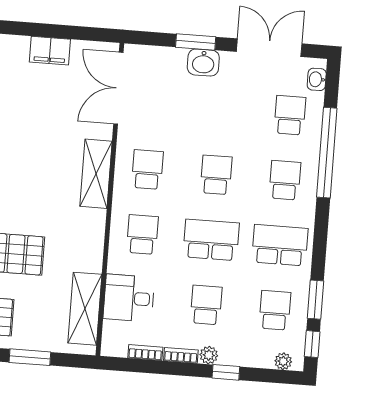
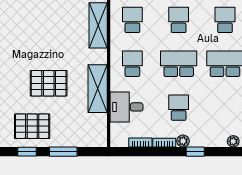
shelving: (85, 309) -> (98, 89), moved
school desk: (275, 310) -> (225, 108), removed

